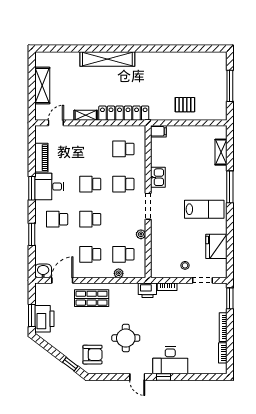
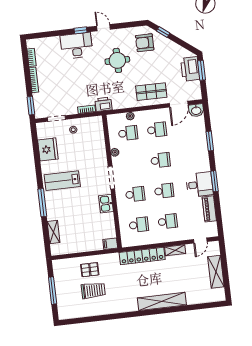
trolley: (184, 81) -> (93, 290), added
school desk: (57, 219) -> (168, 221), moved

